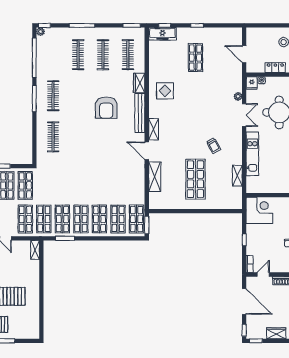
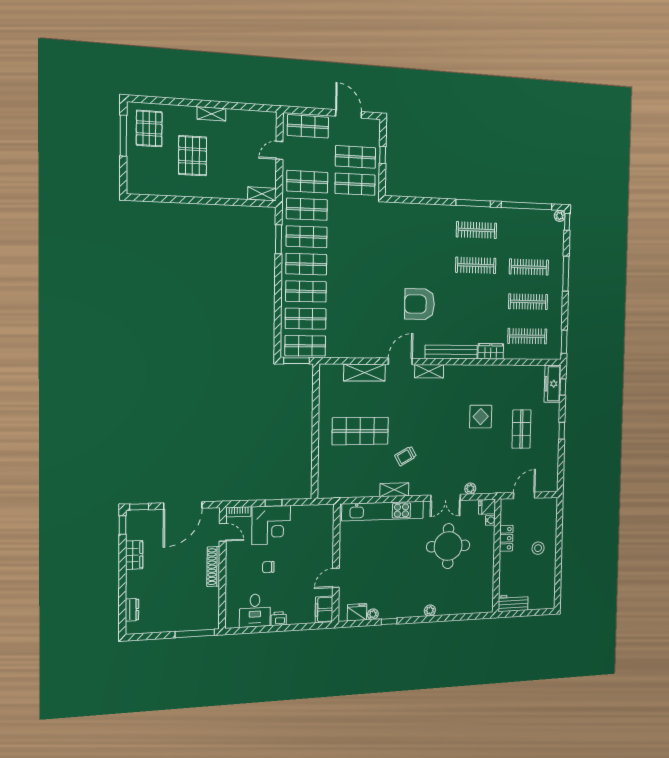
shop shelf: (195, 58) -> (521, 429), turned 90
display table: (165, 91) -> (481, 417), moved
armchair: (106, 108) -> (420, 304), moved
clothes rail: (53, 137) -> (476, 265), moved
kitchen unit: (252, 154) -> (383, 511), width x1.36
shelving: (237, 176) -> (394, 490), moved
corner desk: (259, 210) -> (271, 525), moved

